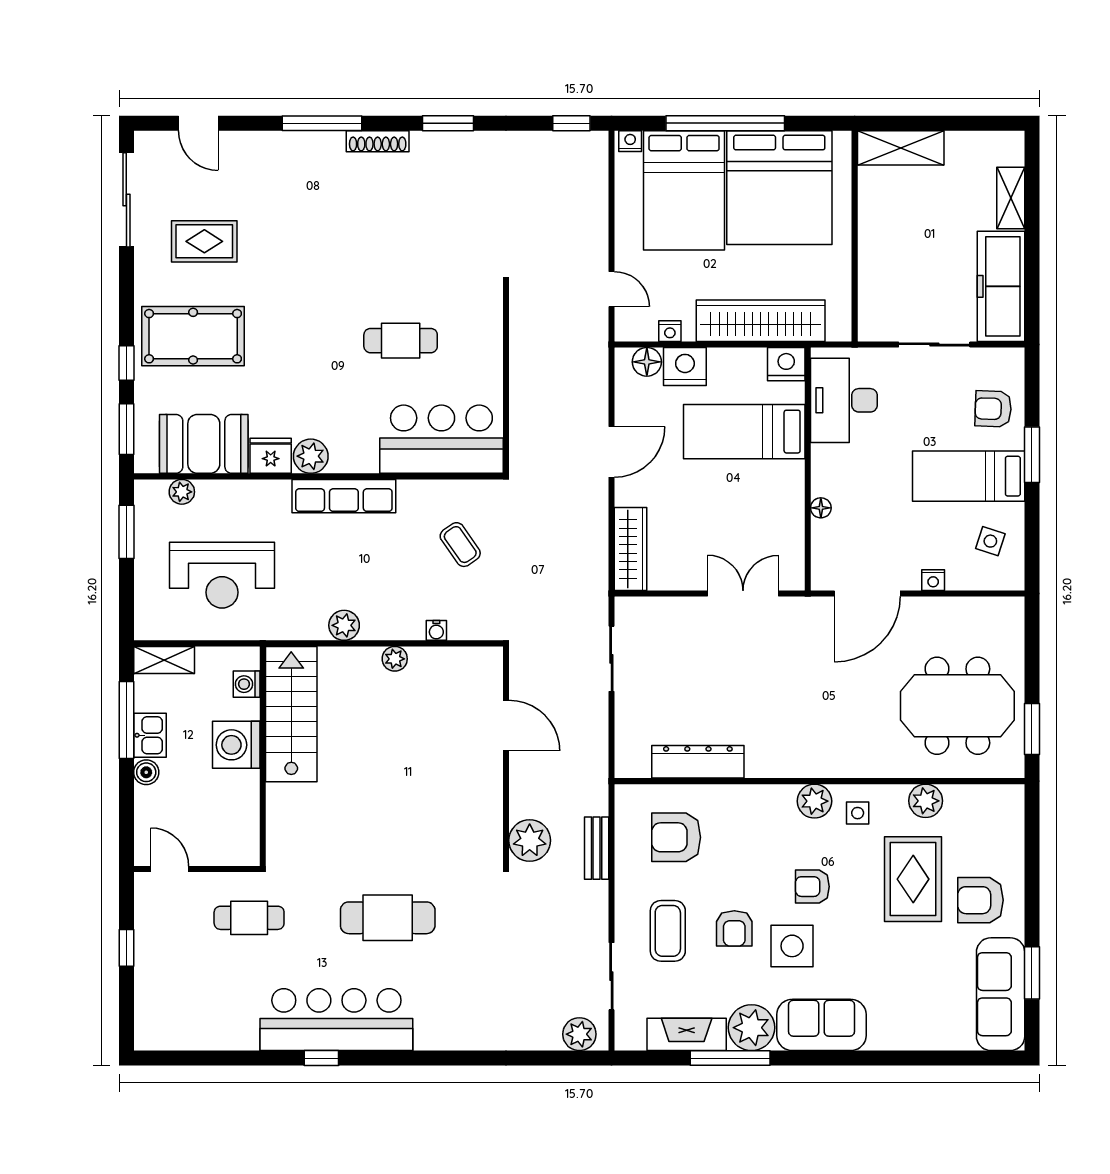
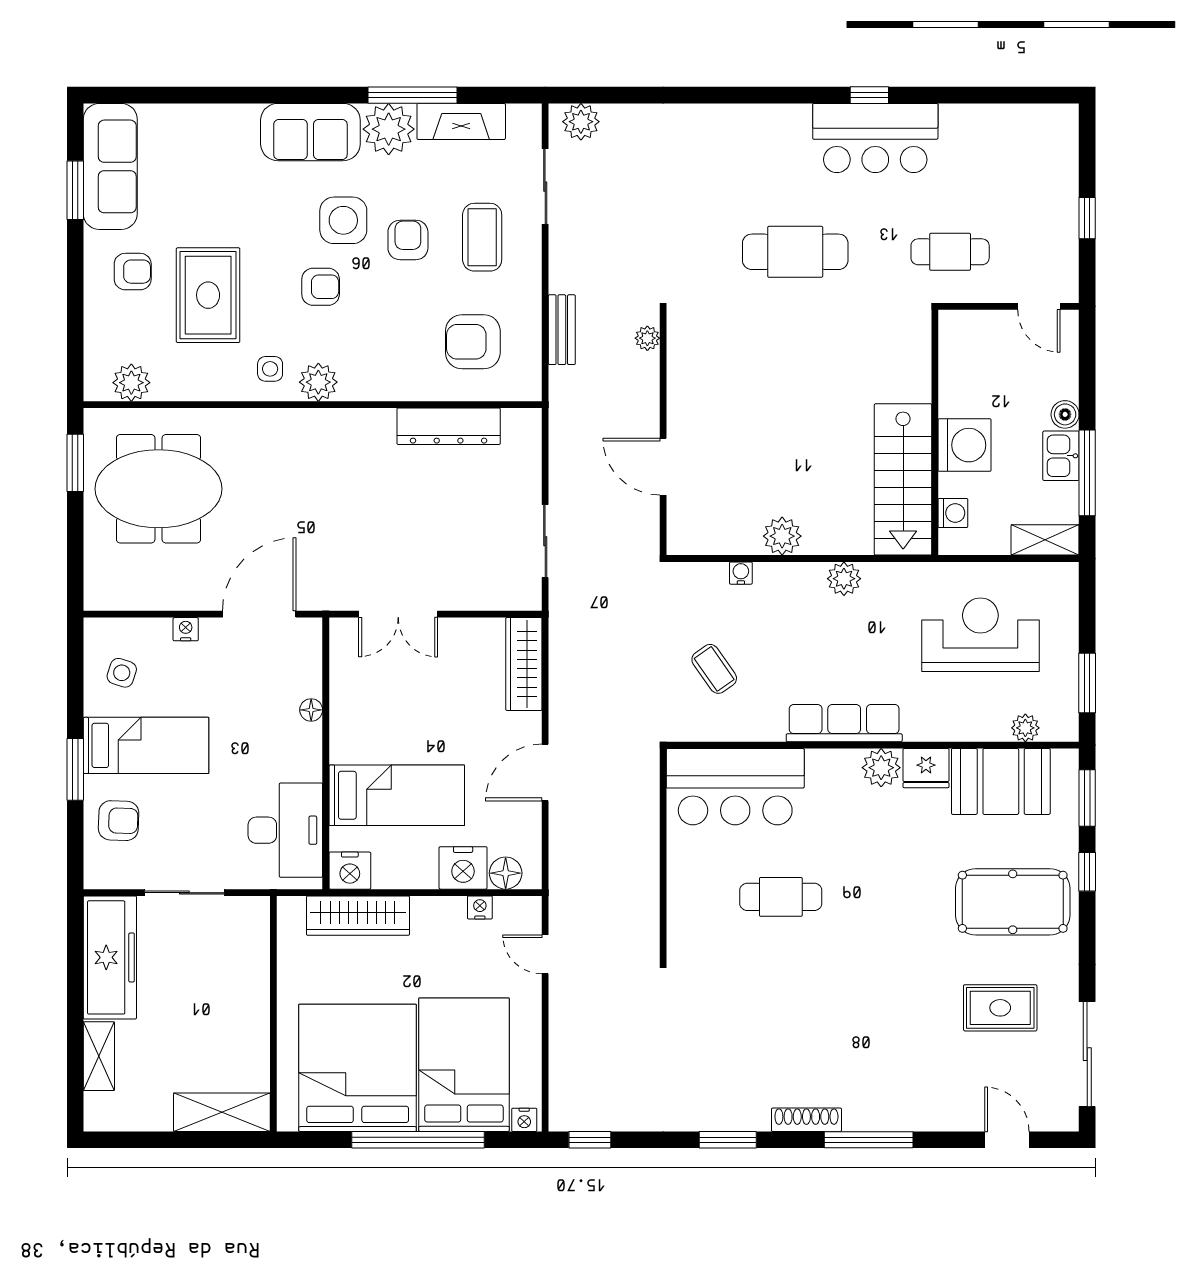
wardrobe: (761, 321) -> (358, 916), width x0.71, depth x0.85
plant: (395, 659) -> (782, 536), width x1.38, depth x1.38
plant: (926, 801) -> (131, 383), moved
armchair: (676, 837) -> (473, 342), turned 180
plant: (530, 840) -> (647, 338), width x0.53, depth x0.53
armchair: (981, 900) -> (133, 272), width x0.72, depth x0.72
bar counter: (336, 1020) -> (875, 138), width x0.73

